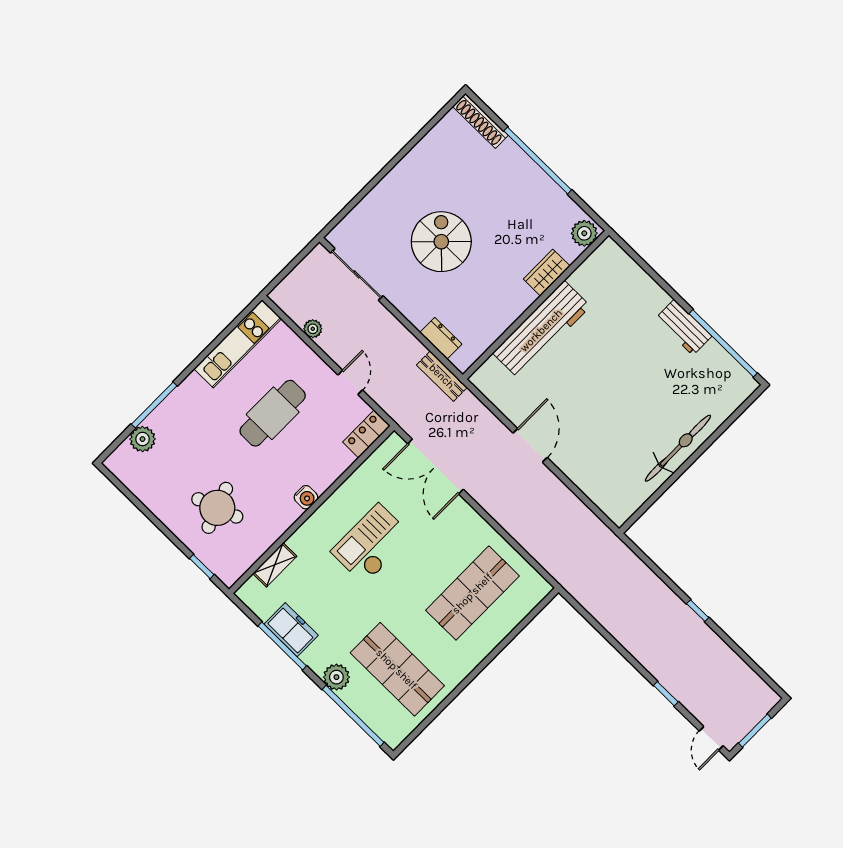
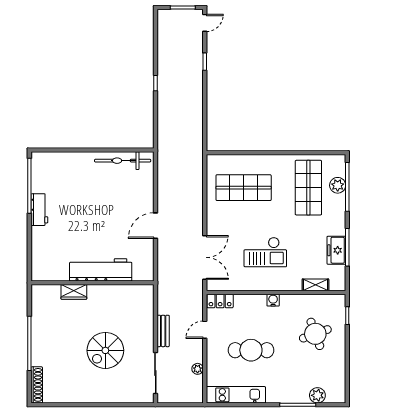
plant: (584, 233) -> (41, 292), removed
dresser: (441, 338) -> (147, 310), removed
bench: (442, 376) -> (163, 331), moved
bicycle: (678, 448) -> (123, 161), moved
plant: (336, 677) -> (338, 185), moved

